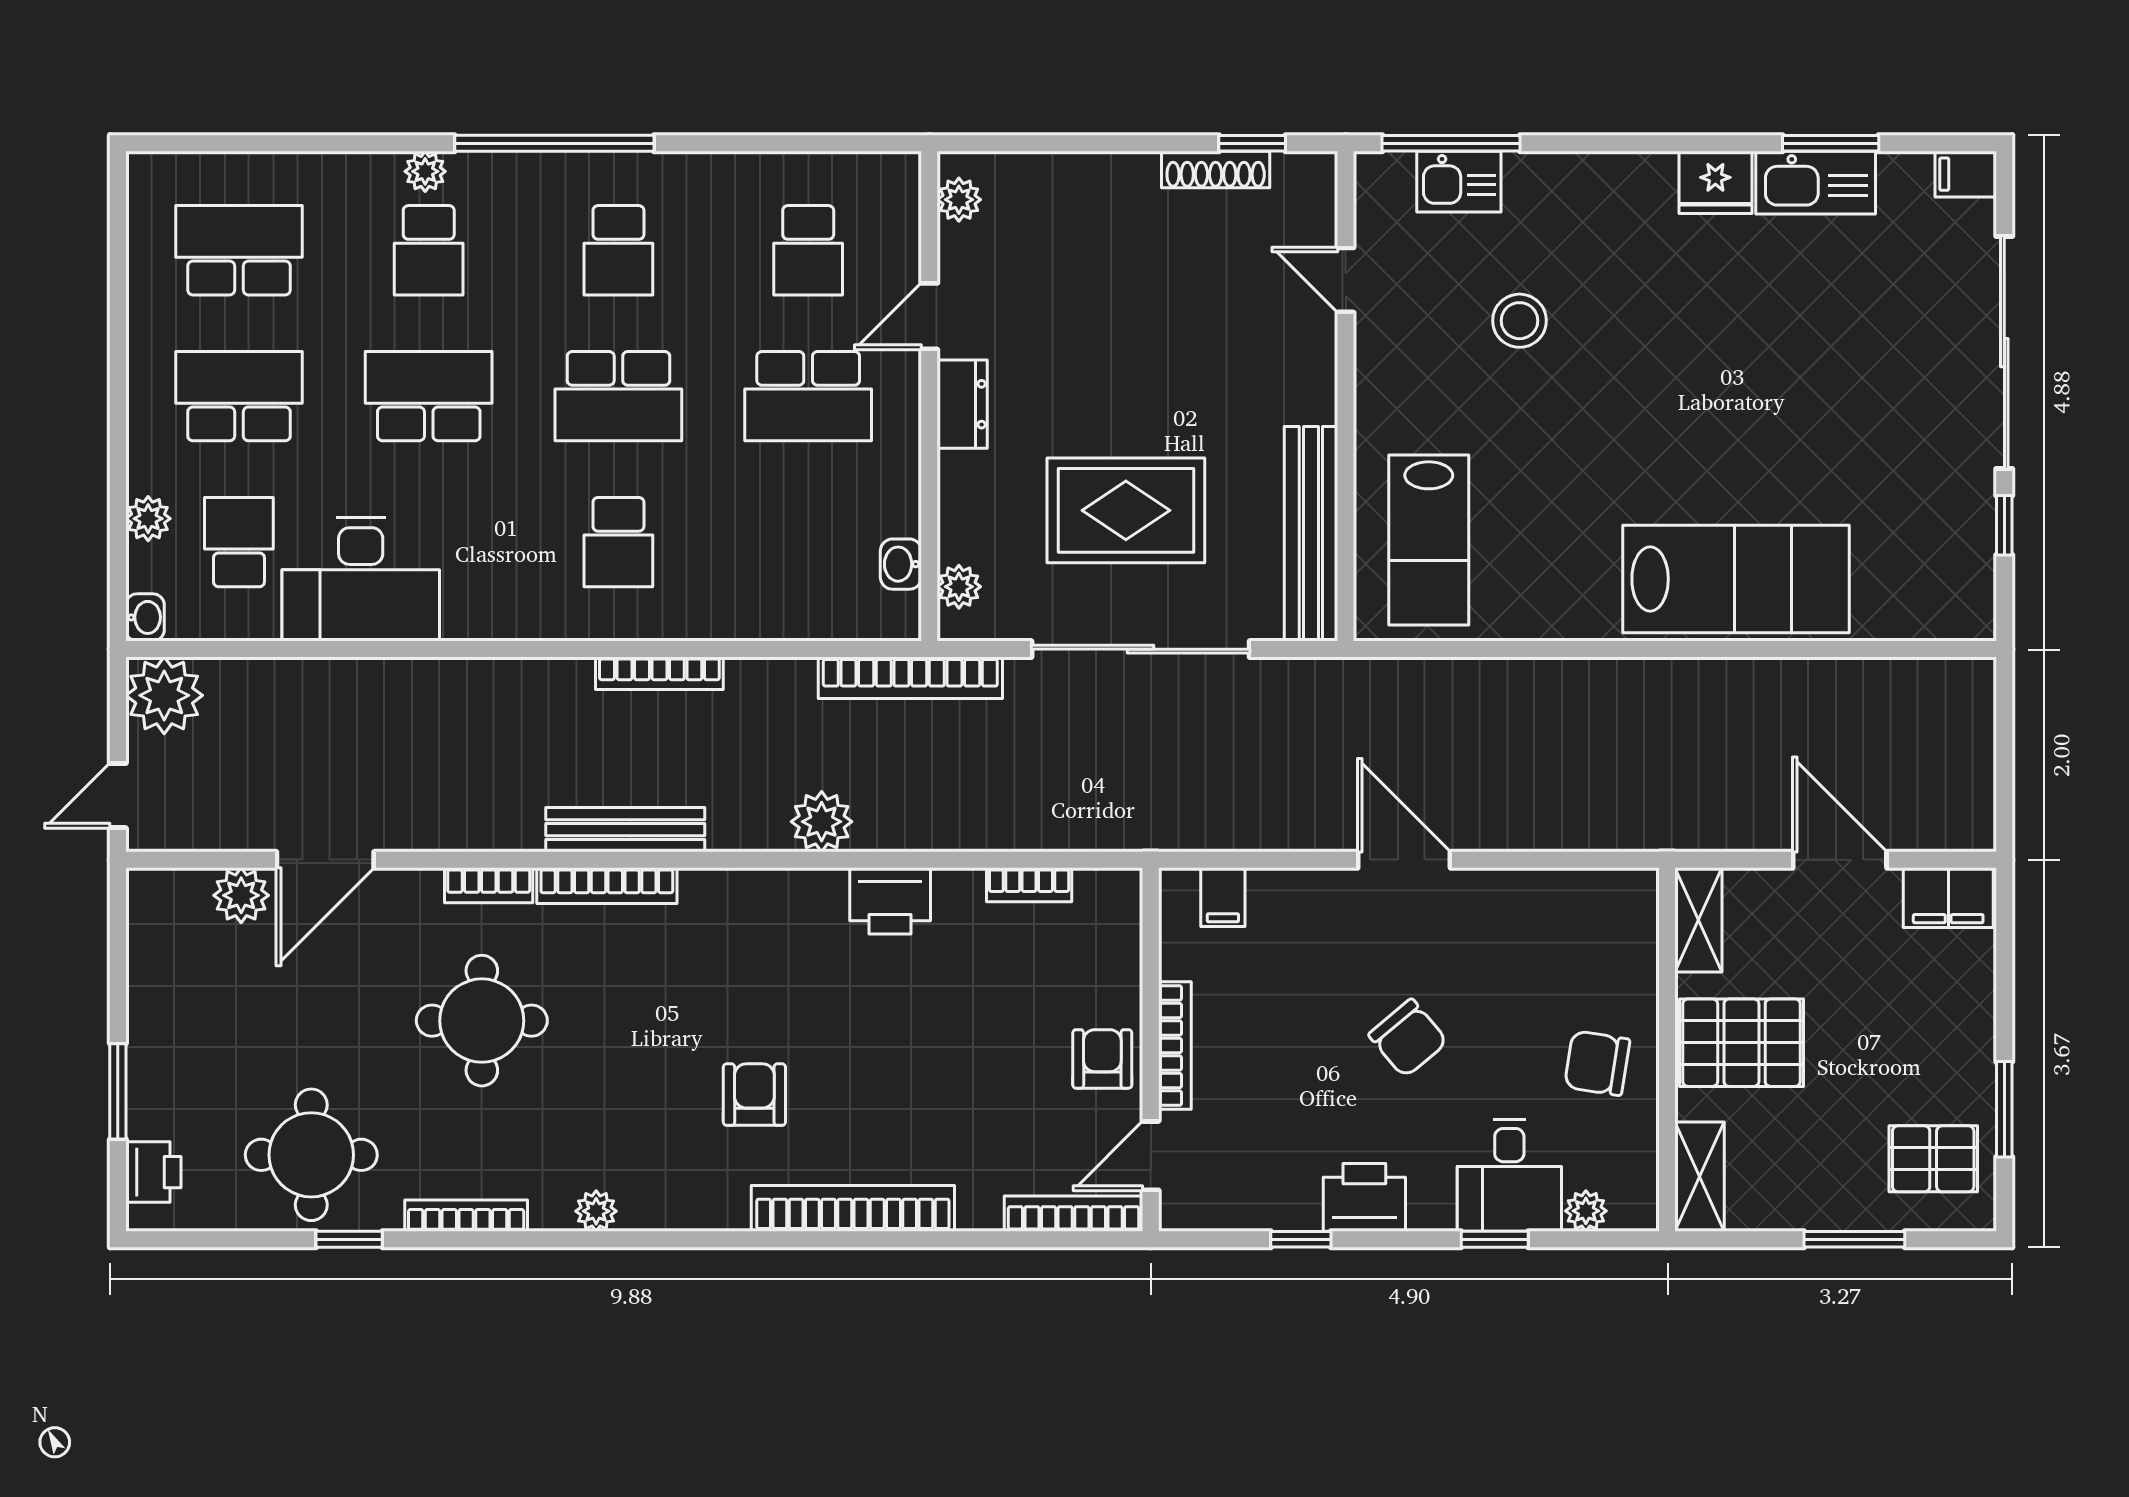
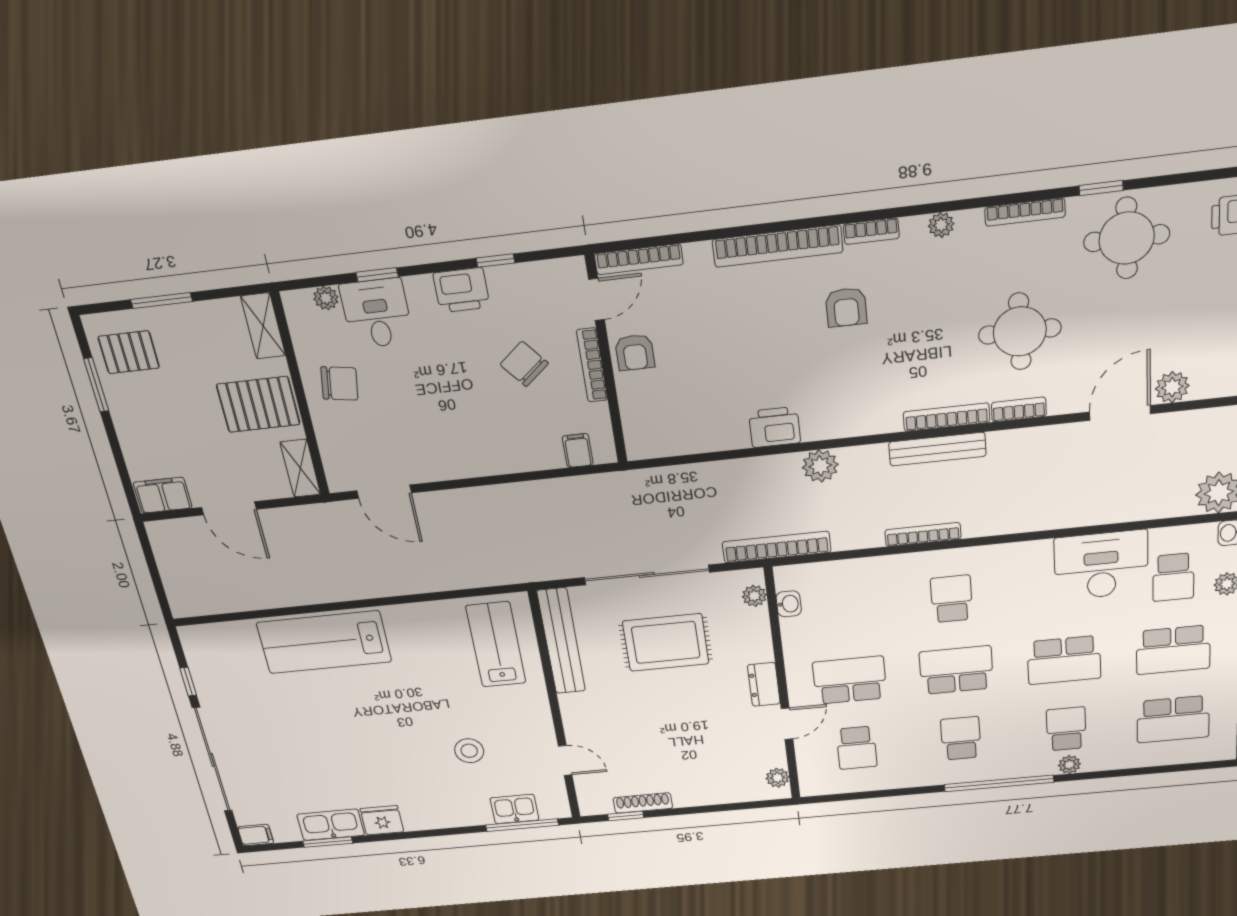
school desk: (808, 250) -> (857, 748), turned 180
door: (1404, 860) -> (384, 492), moved
bookcase: (1029, 885) -> (871, 231), moved, turned 180
chair: (1408, 1038) -> (524, 364), moved

